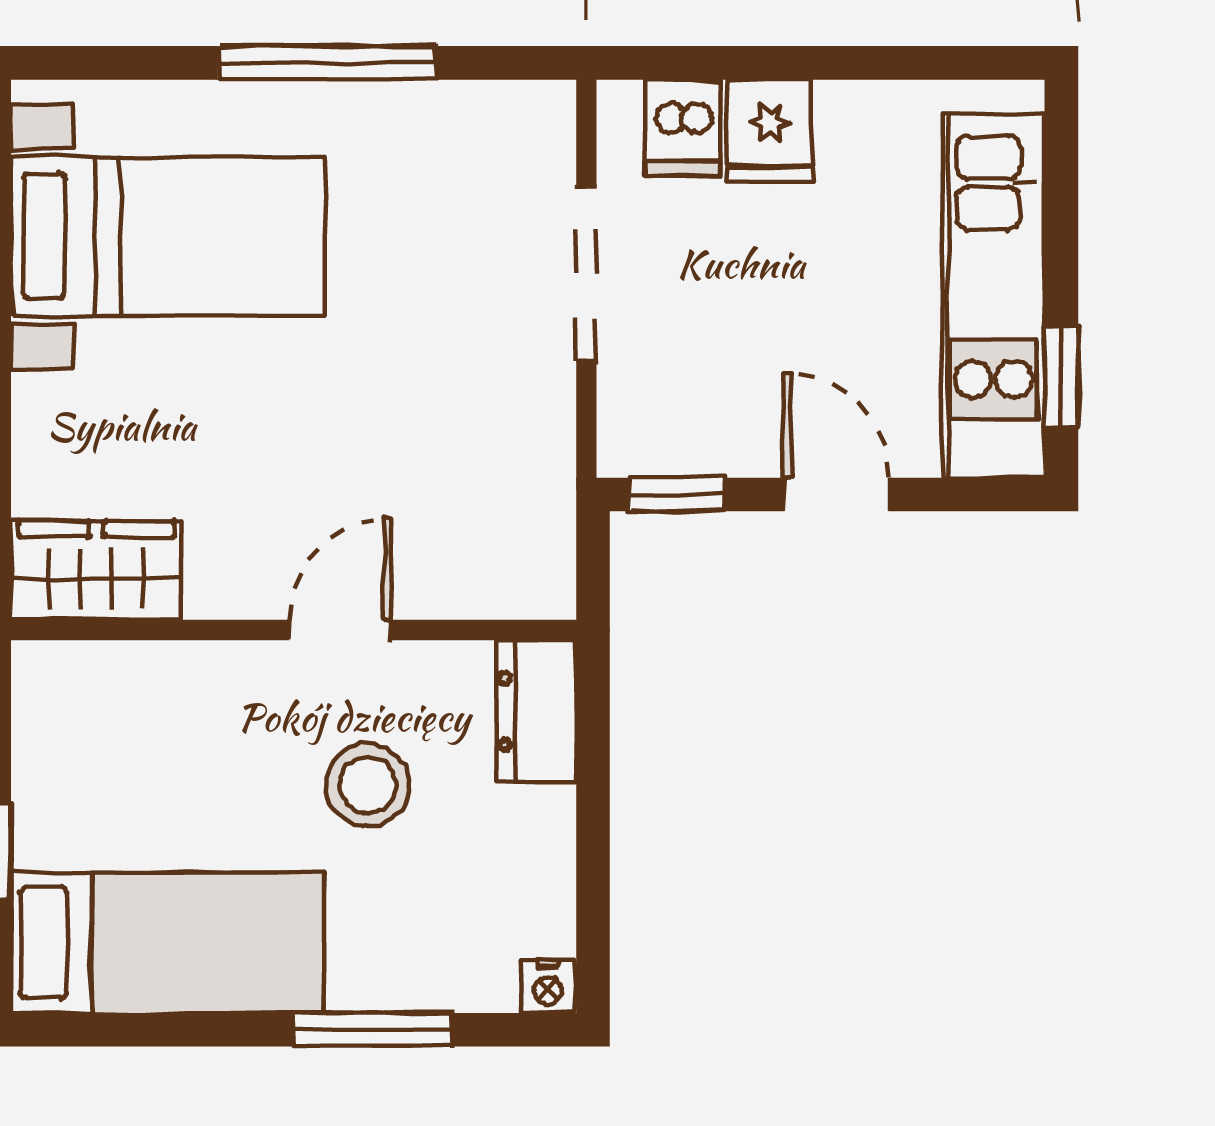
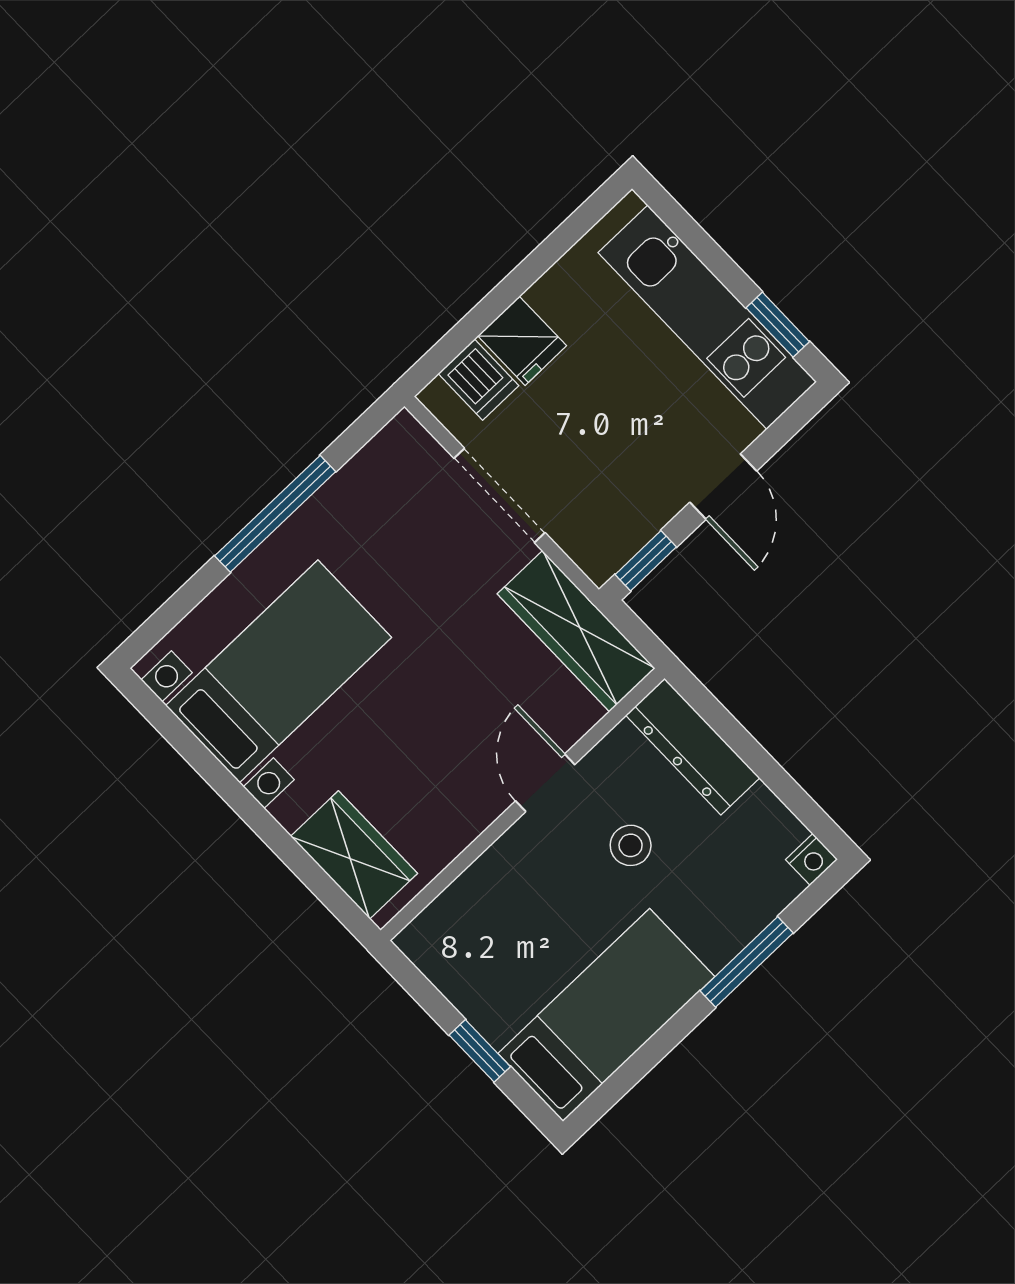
door: (836, 494) -> (723, 487), swing flipped
wardrobe: (529, 499) -> (576, 631), added
wardrobe: (96, 571) -> (354, 855), moved, turned 90
dresser: (536, 711) -> (693, 747), width x1.44
stool: (368, 785) -> (631, 845), width x0.73, depth x0.73

